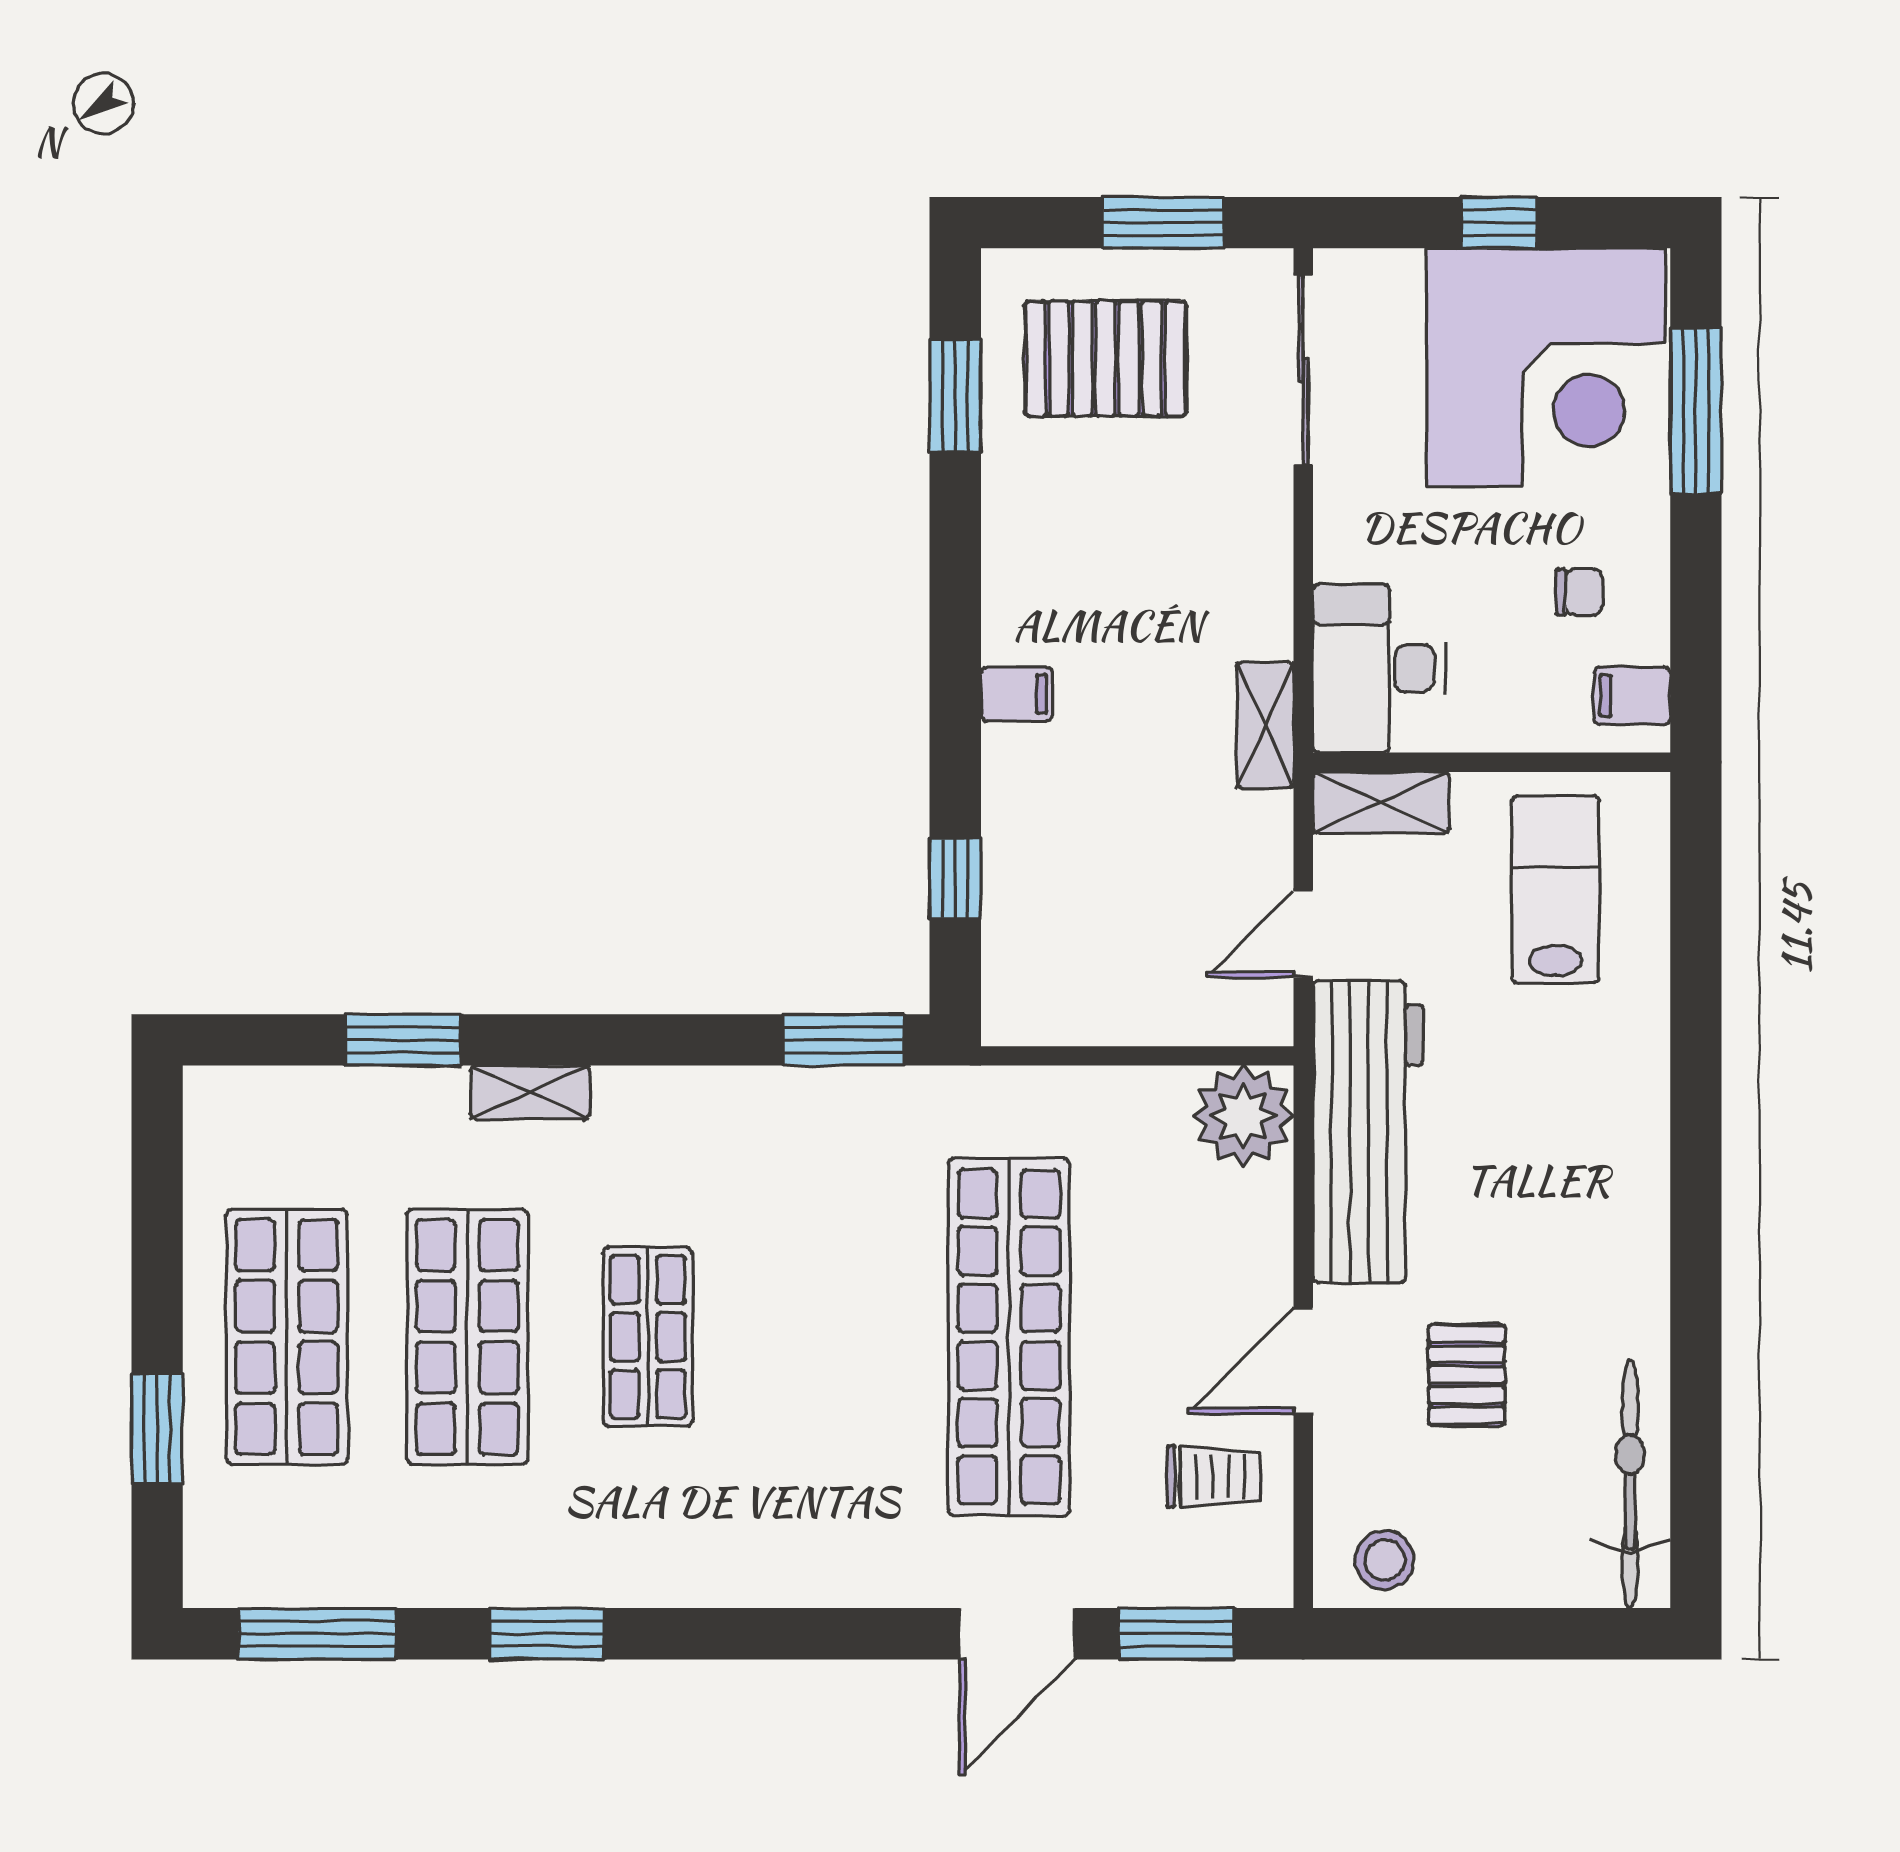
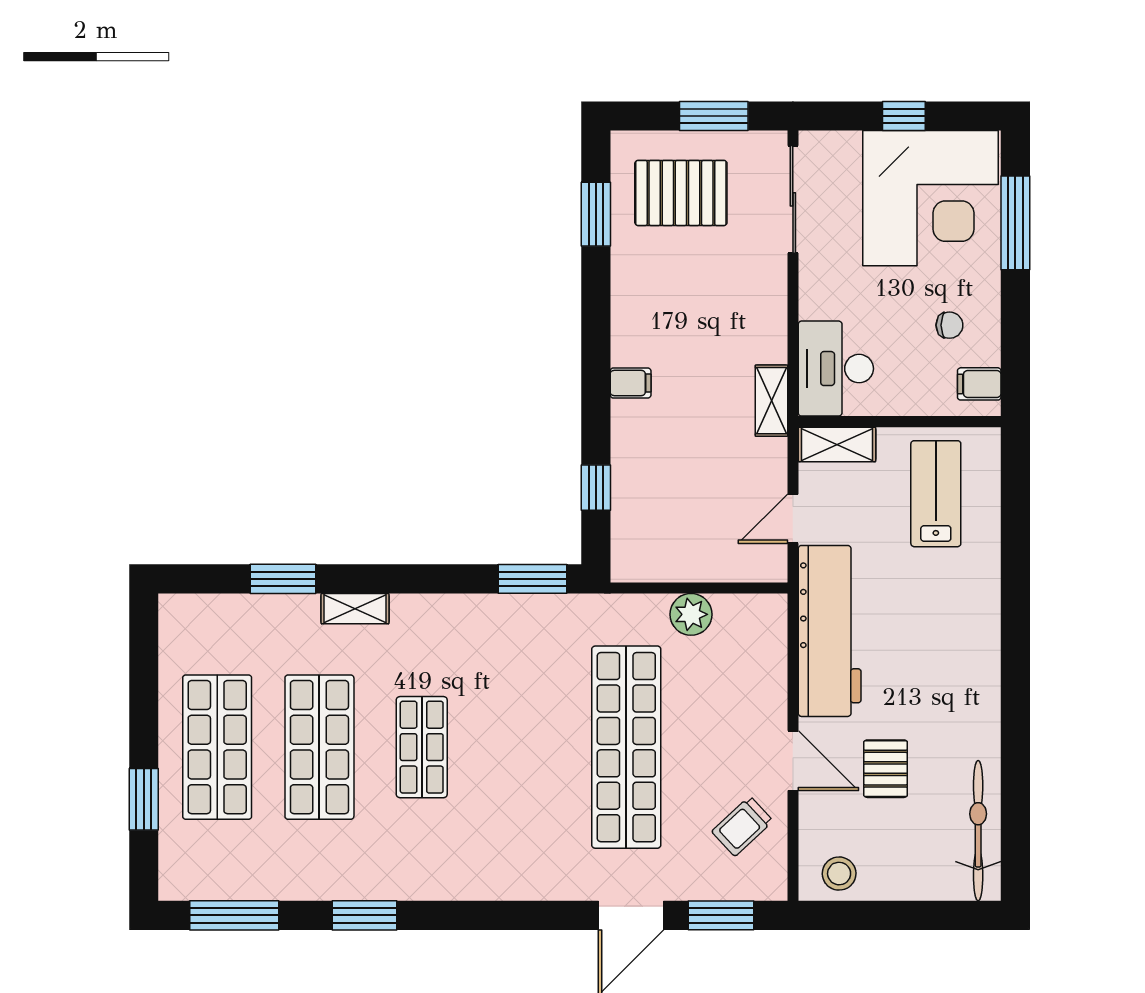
plant: (1243, 1116) -> (691, 614), moved, width x0.73, depth x0.73
door: (1303, 1361) -> (793, 761), swing flipped
trolley: (1214, 1476) -> (742, 826), turned 137

